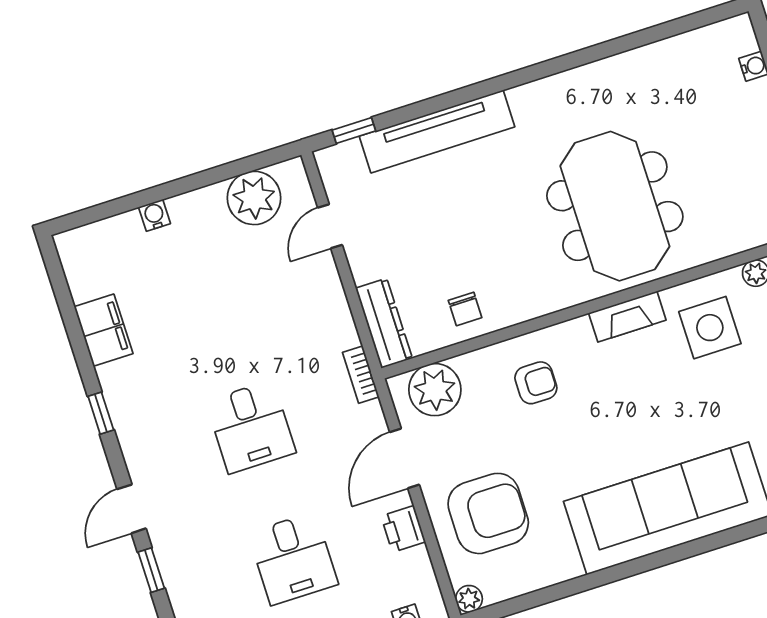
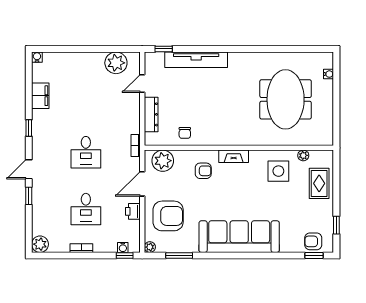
meeting table: (615, 206) -> (286, 99), moved
water cooler: (154, 215) -> (37, 57), moved
fireplace: (627, 317) -> (234, 156), moved
dresser: (384, 323) -> (151, 114), moved
window: (543, 596) -> (179, 255), added

